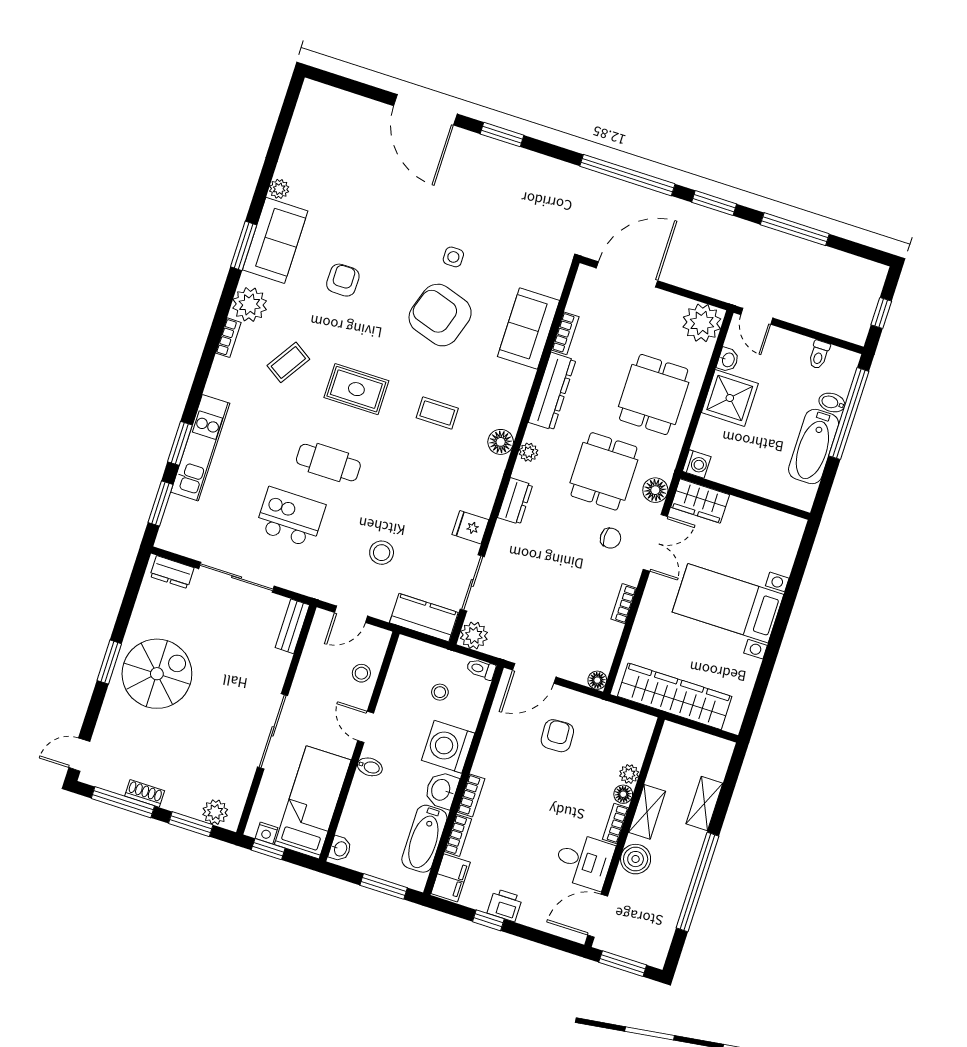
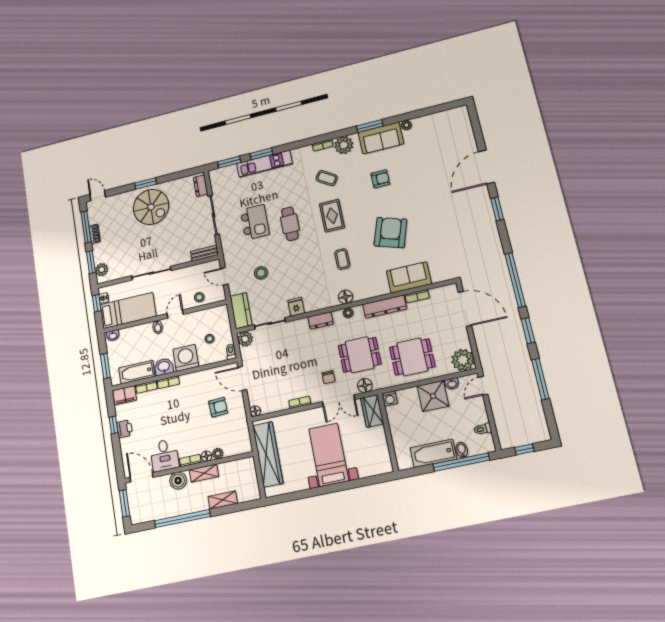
side table: (453, 257) -> (423, 222), removed

